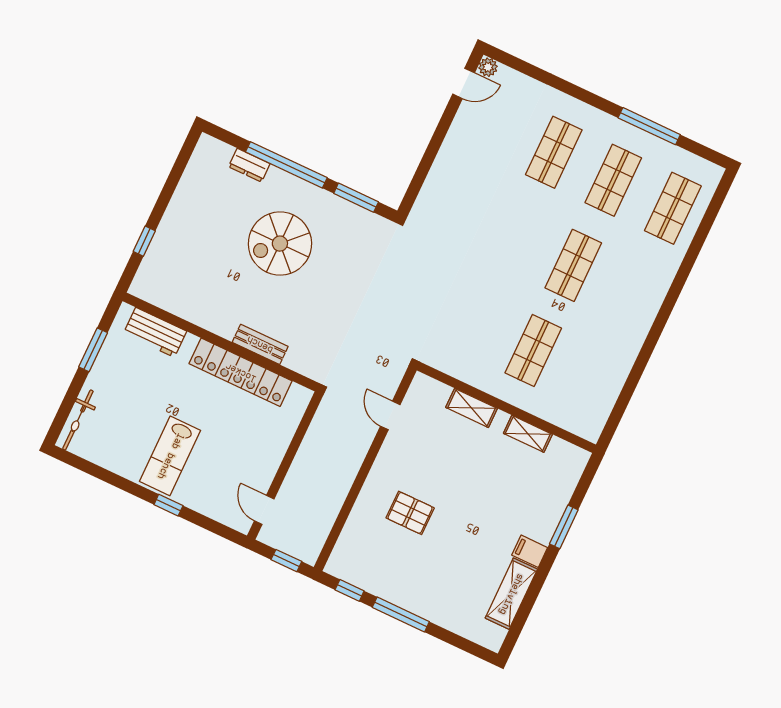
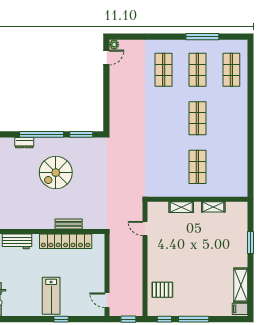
pallet: (410, 513) -> (162, 290), moved
filing cabinet: (530, 551) -> (240, 309), moved

